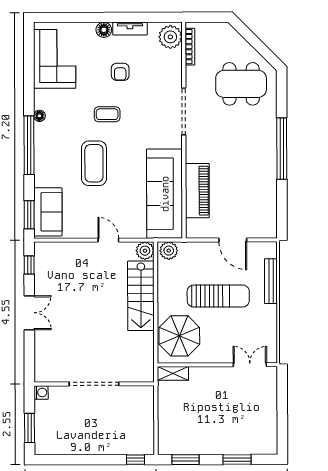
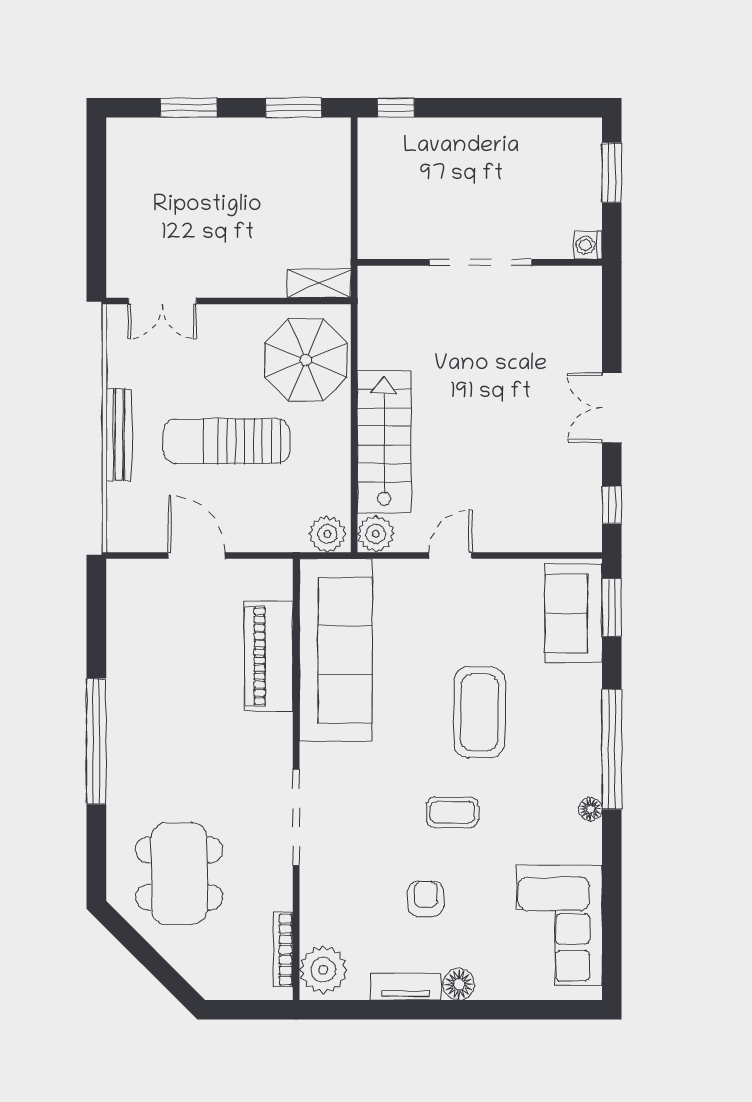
dining table: (241, 84) -> (179, 874), turned 90
door: (108, 240) -> (450, 556), swing flipped
bench: (271, 281) -> (119, 434), moved

